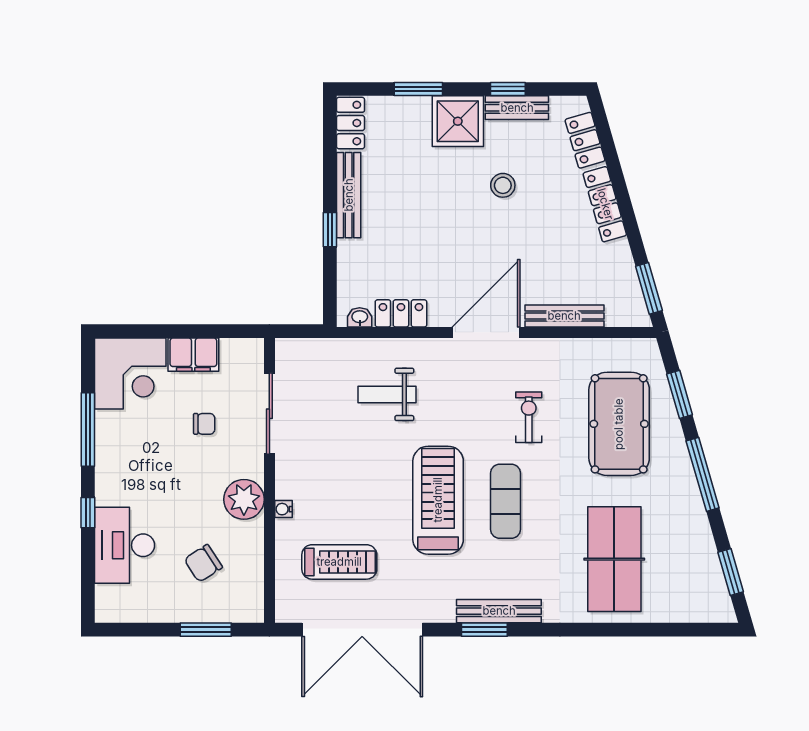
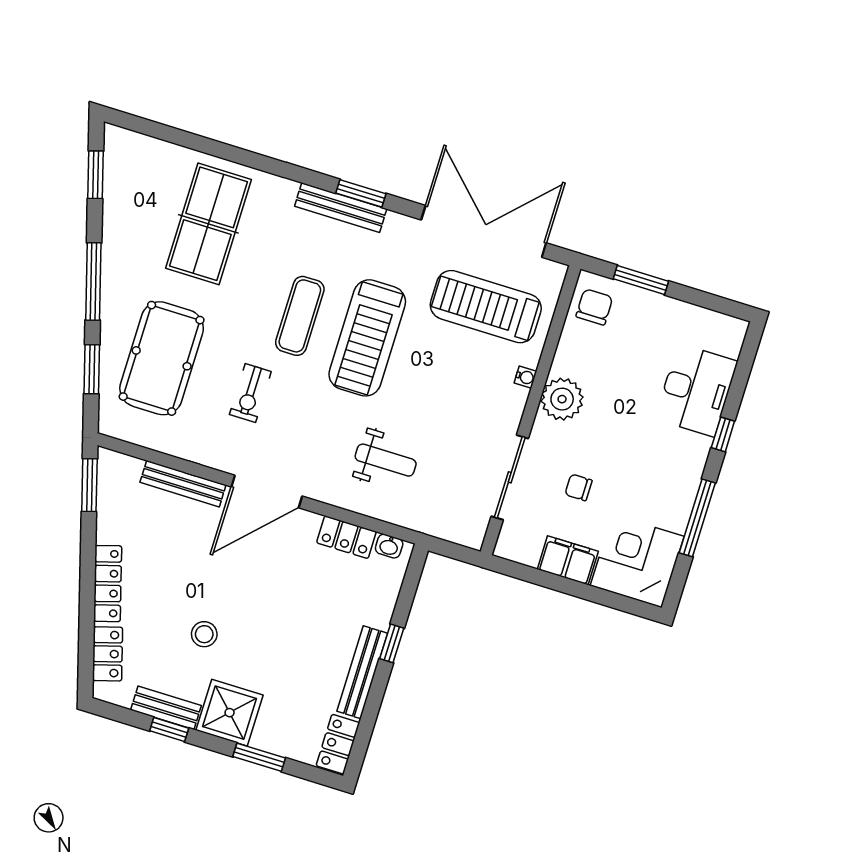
treadmill: (339, 562) -> (486, 307), width x1.37, depth x1.38
chair: (203, 563) -> (594, 307), moved, turned -57

